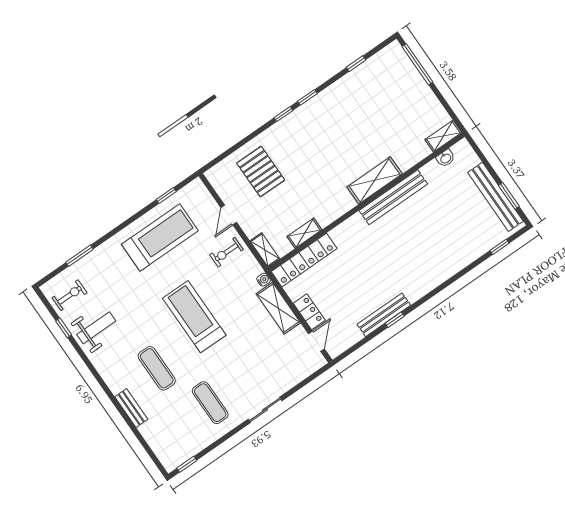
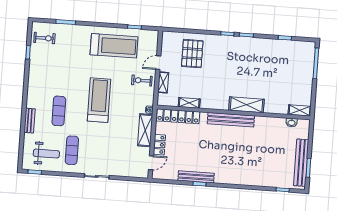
bench: (393, 197) -> (231, 120), moved
shelving: (265, 250) -> (163, 82), moved
weight bench: (96, 328) -> (46, 154), moved

